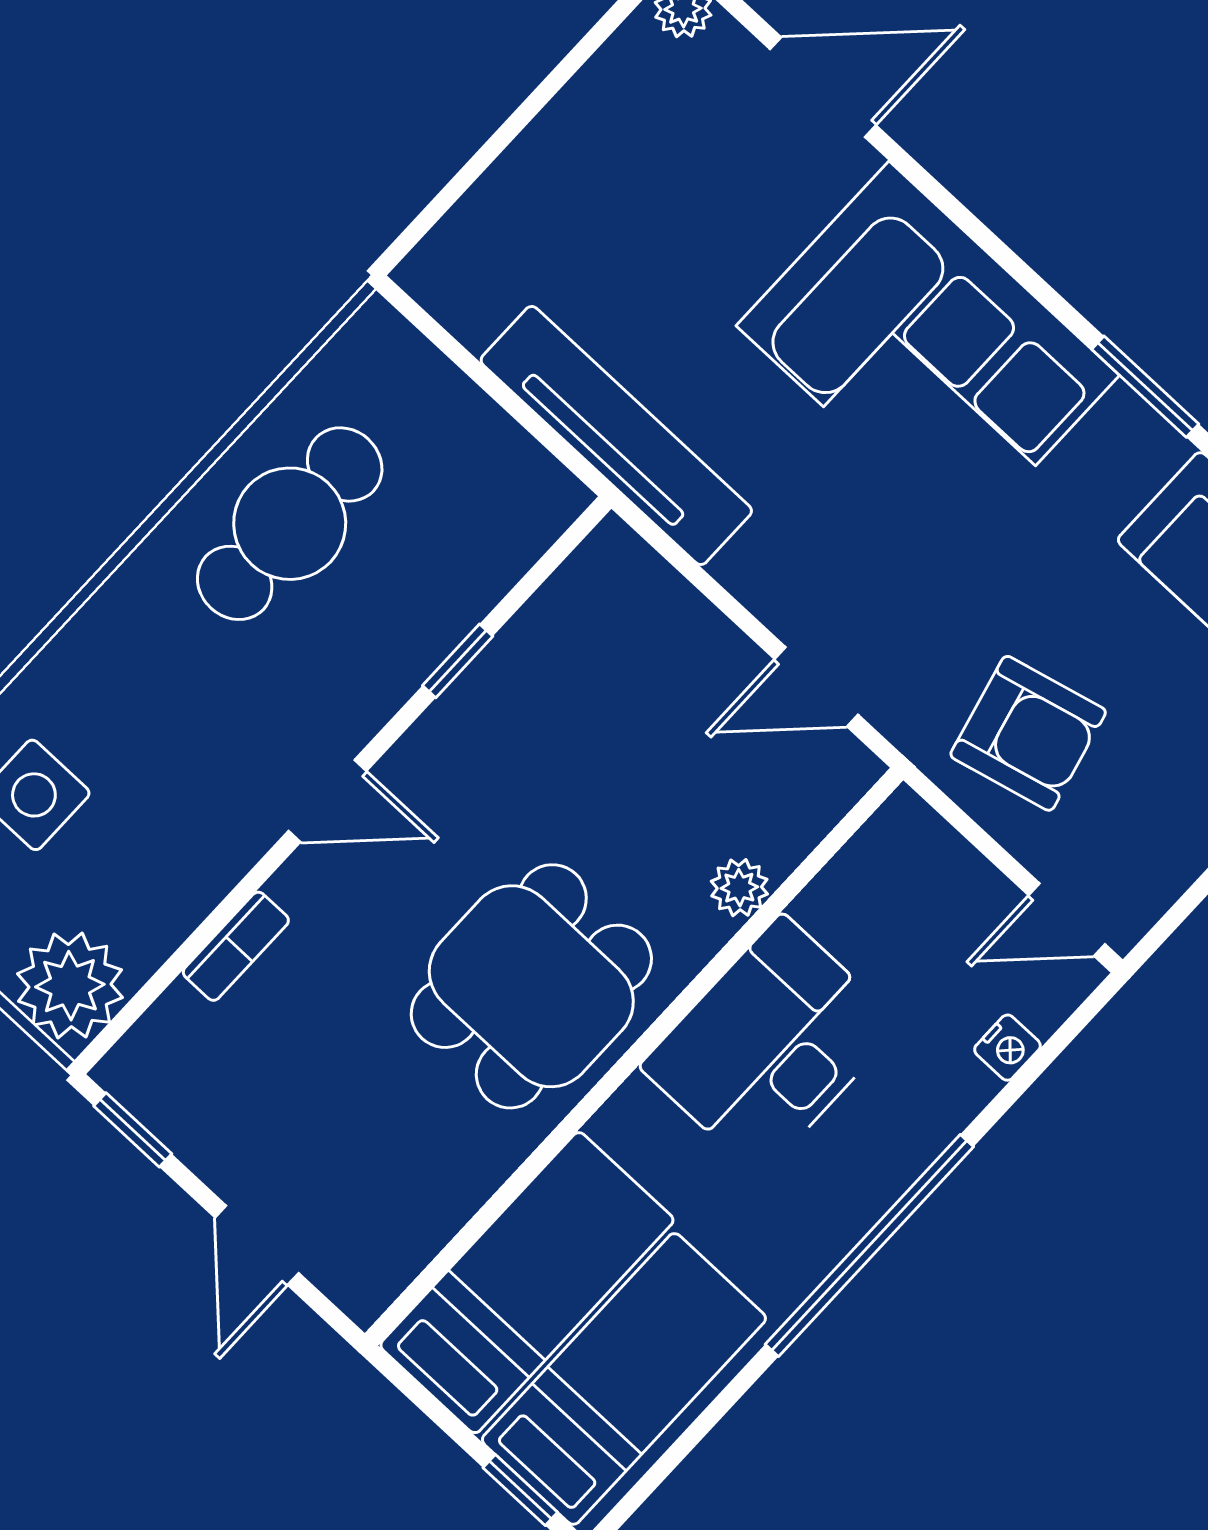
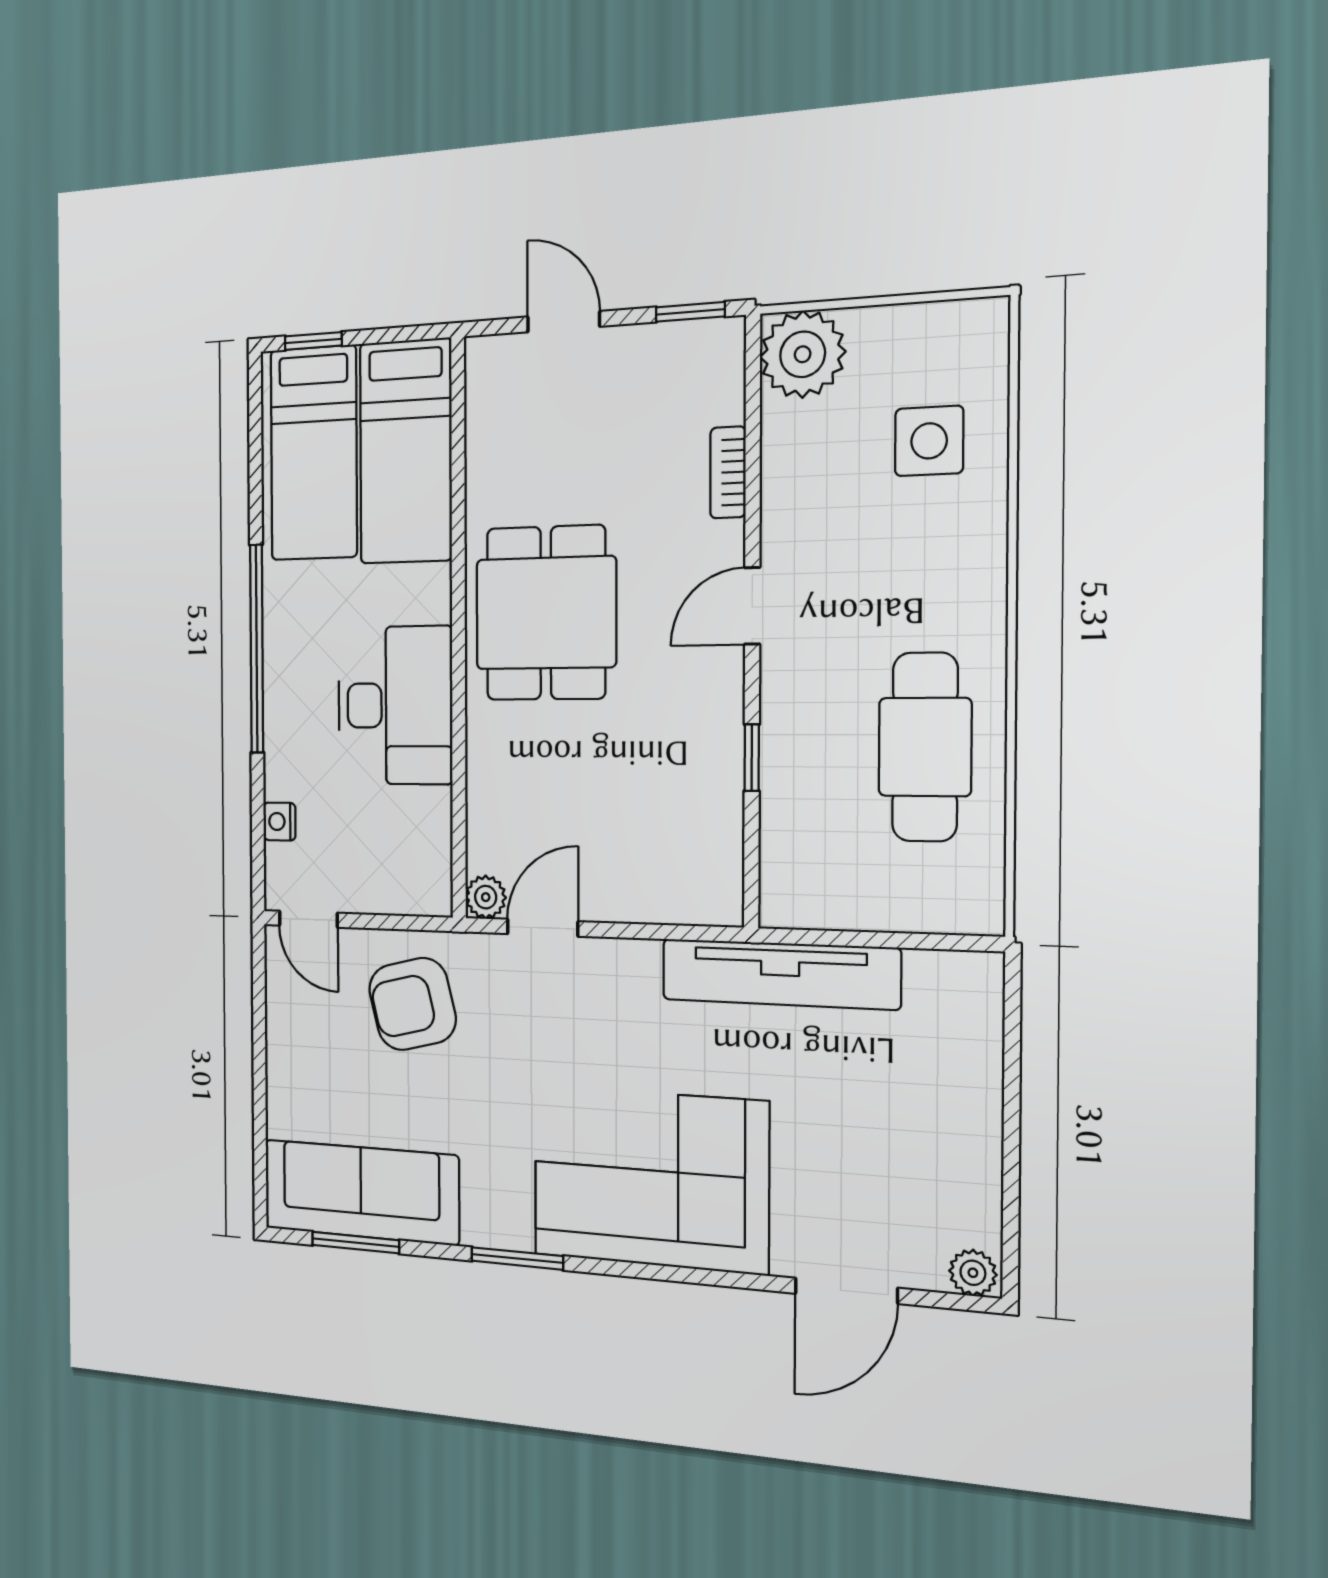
plant: (739, 888) -> (486, 897), moved
door: (1067, 920) -> (308, 919), swing flipped

